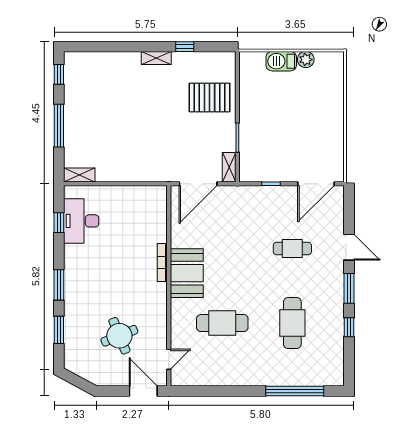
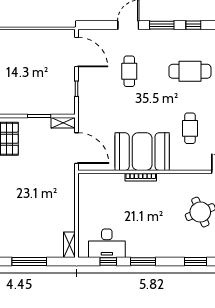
booth: (187, 273) -> (142, 152), width x1.36, depth x1.42
window: (59, 285) -> (143, 261), moved
cafe table: (222, 323) -> (190, 128), width x0.73, depth x0.74

